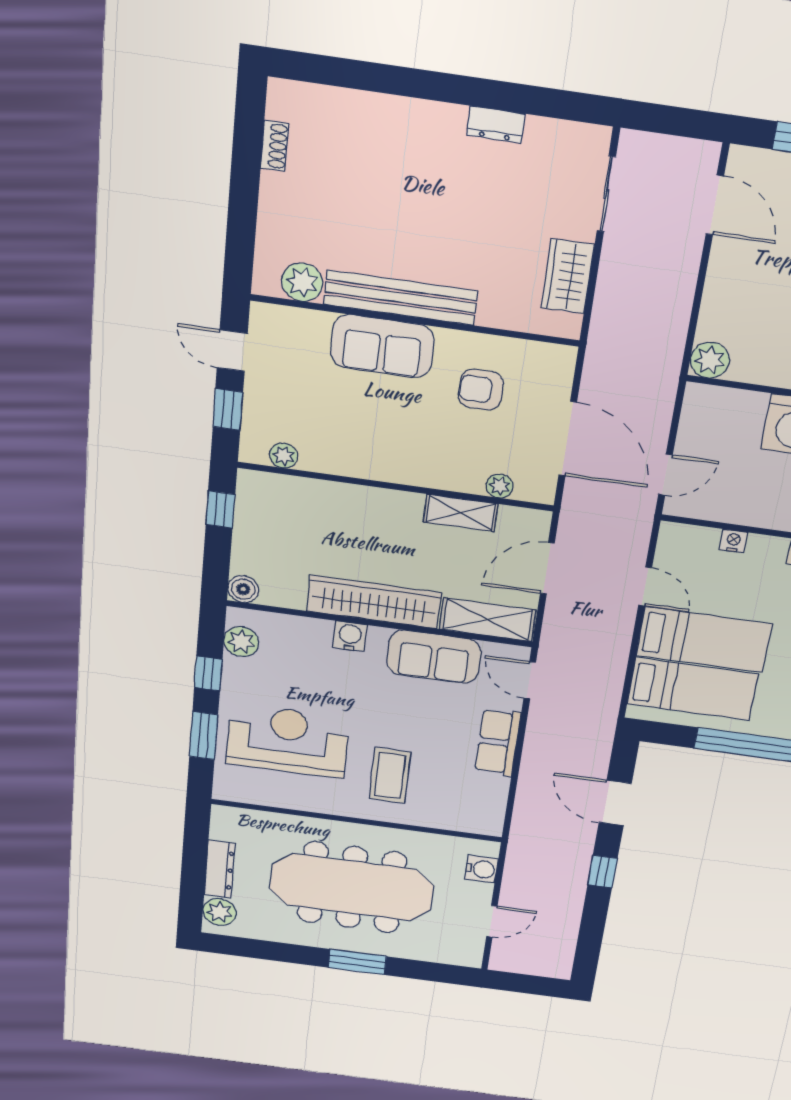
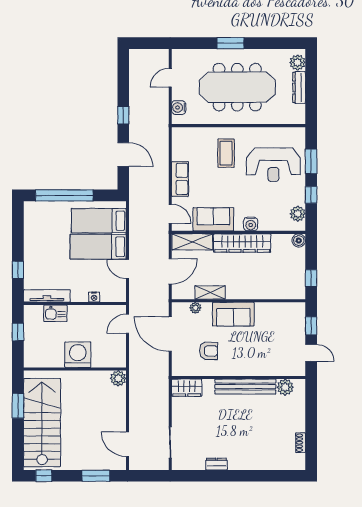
wardrobe: (567, 276) -> (187, 388), moved, turned 90
sofa: (382, 346) -> (233, 314), moved, turned 180
plant: (284, 456) -> (286, 308), removed

